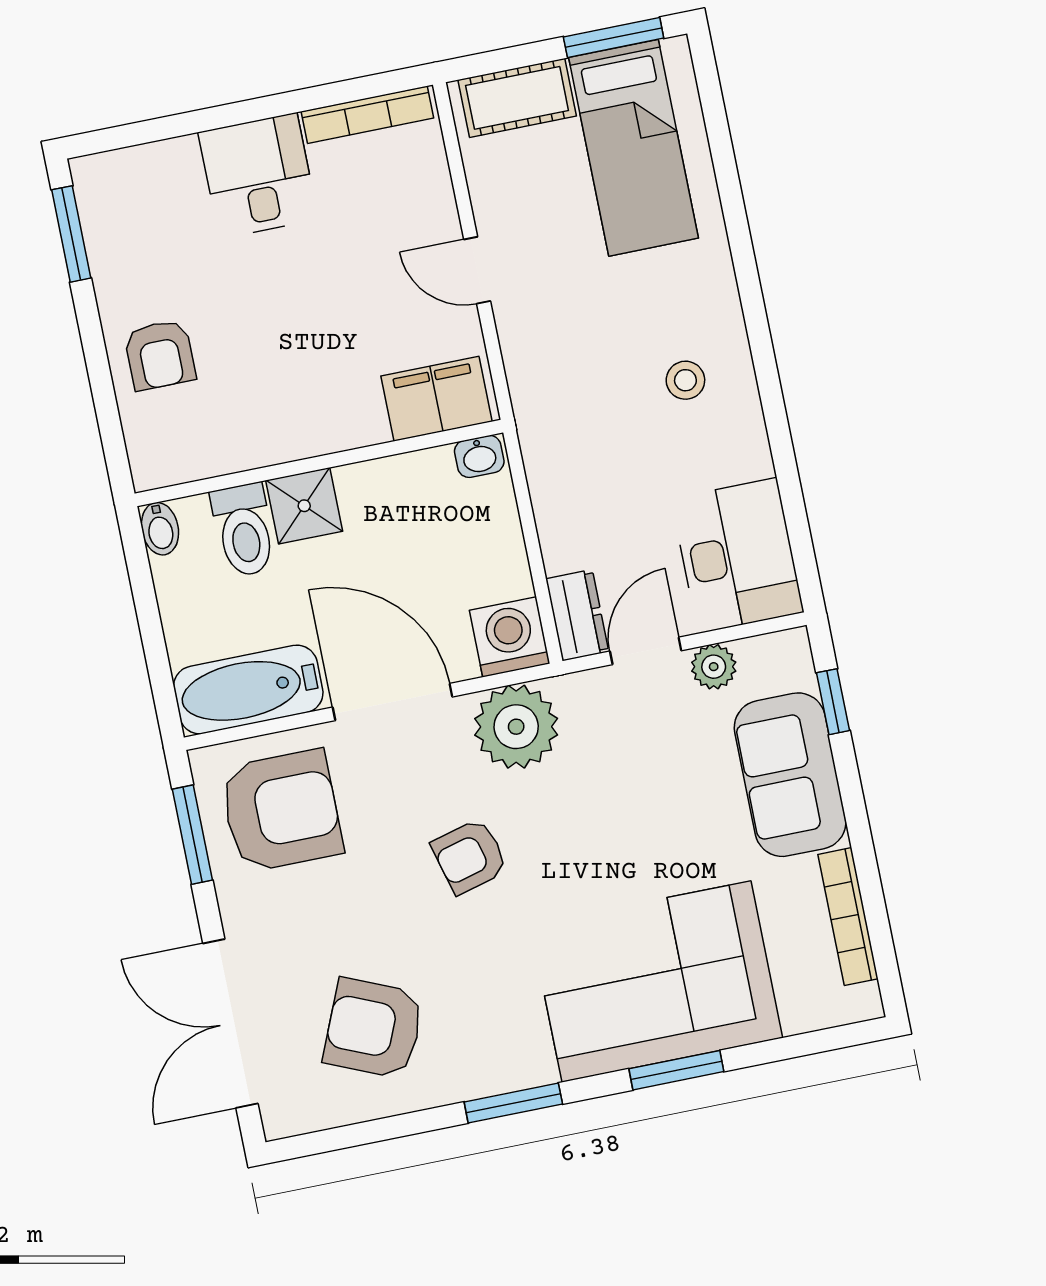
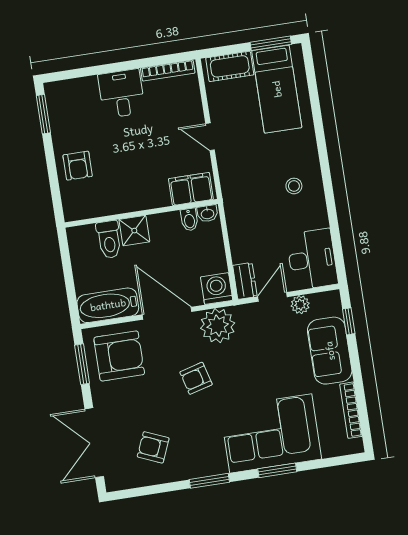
bidet: (160, 529) -> (189, 220), moved
armchair: (374, 1028) -> (153, 447), width x0.72, depth x0.72

